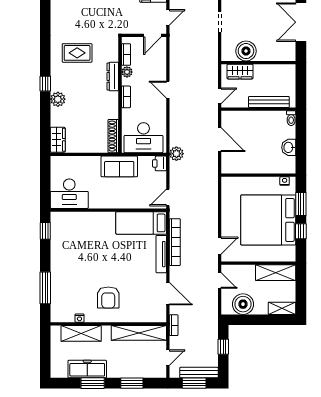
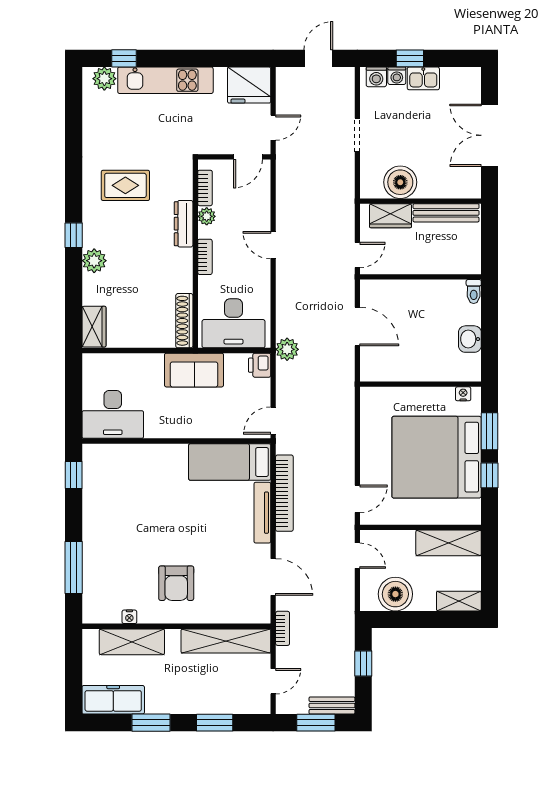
bench: (269, 102) -> (446, 213), moved
freezer: (87, 369) -> (113, 700), moved
bench: (199, 373) -> (332, 705), width x0.73

